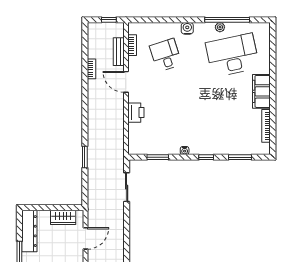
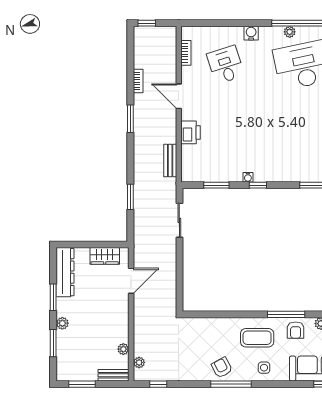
window: (109, 20) -> (147, 23), moved
bench: (119, 52) -> (170, 161), moved
window: (85, 101) -> (130, 119), added
window: (85, 157) -> (130, 197), moved
window: (206, 157) -> (258, 185), moved

